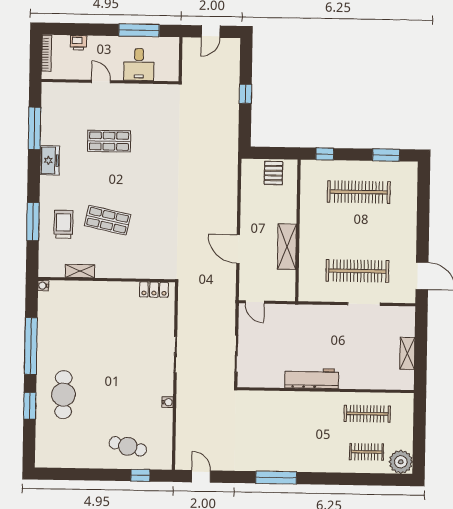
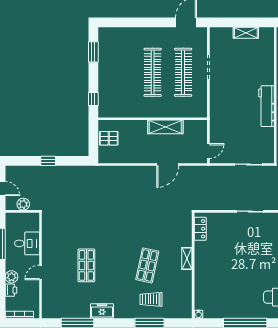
plant: (96, 44) -> (12, 277), added
plant: (190, 61) -> (23, 204), added
clothes rail: (359, 192) -> (153, 72), moved
shelving: (80, 271) -> (187, 258), moved

